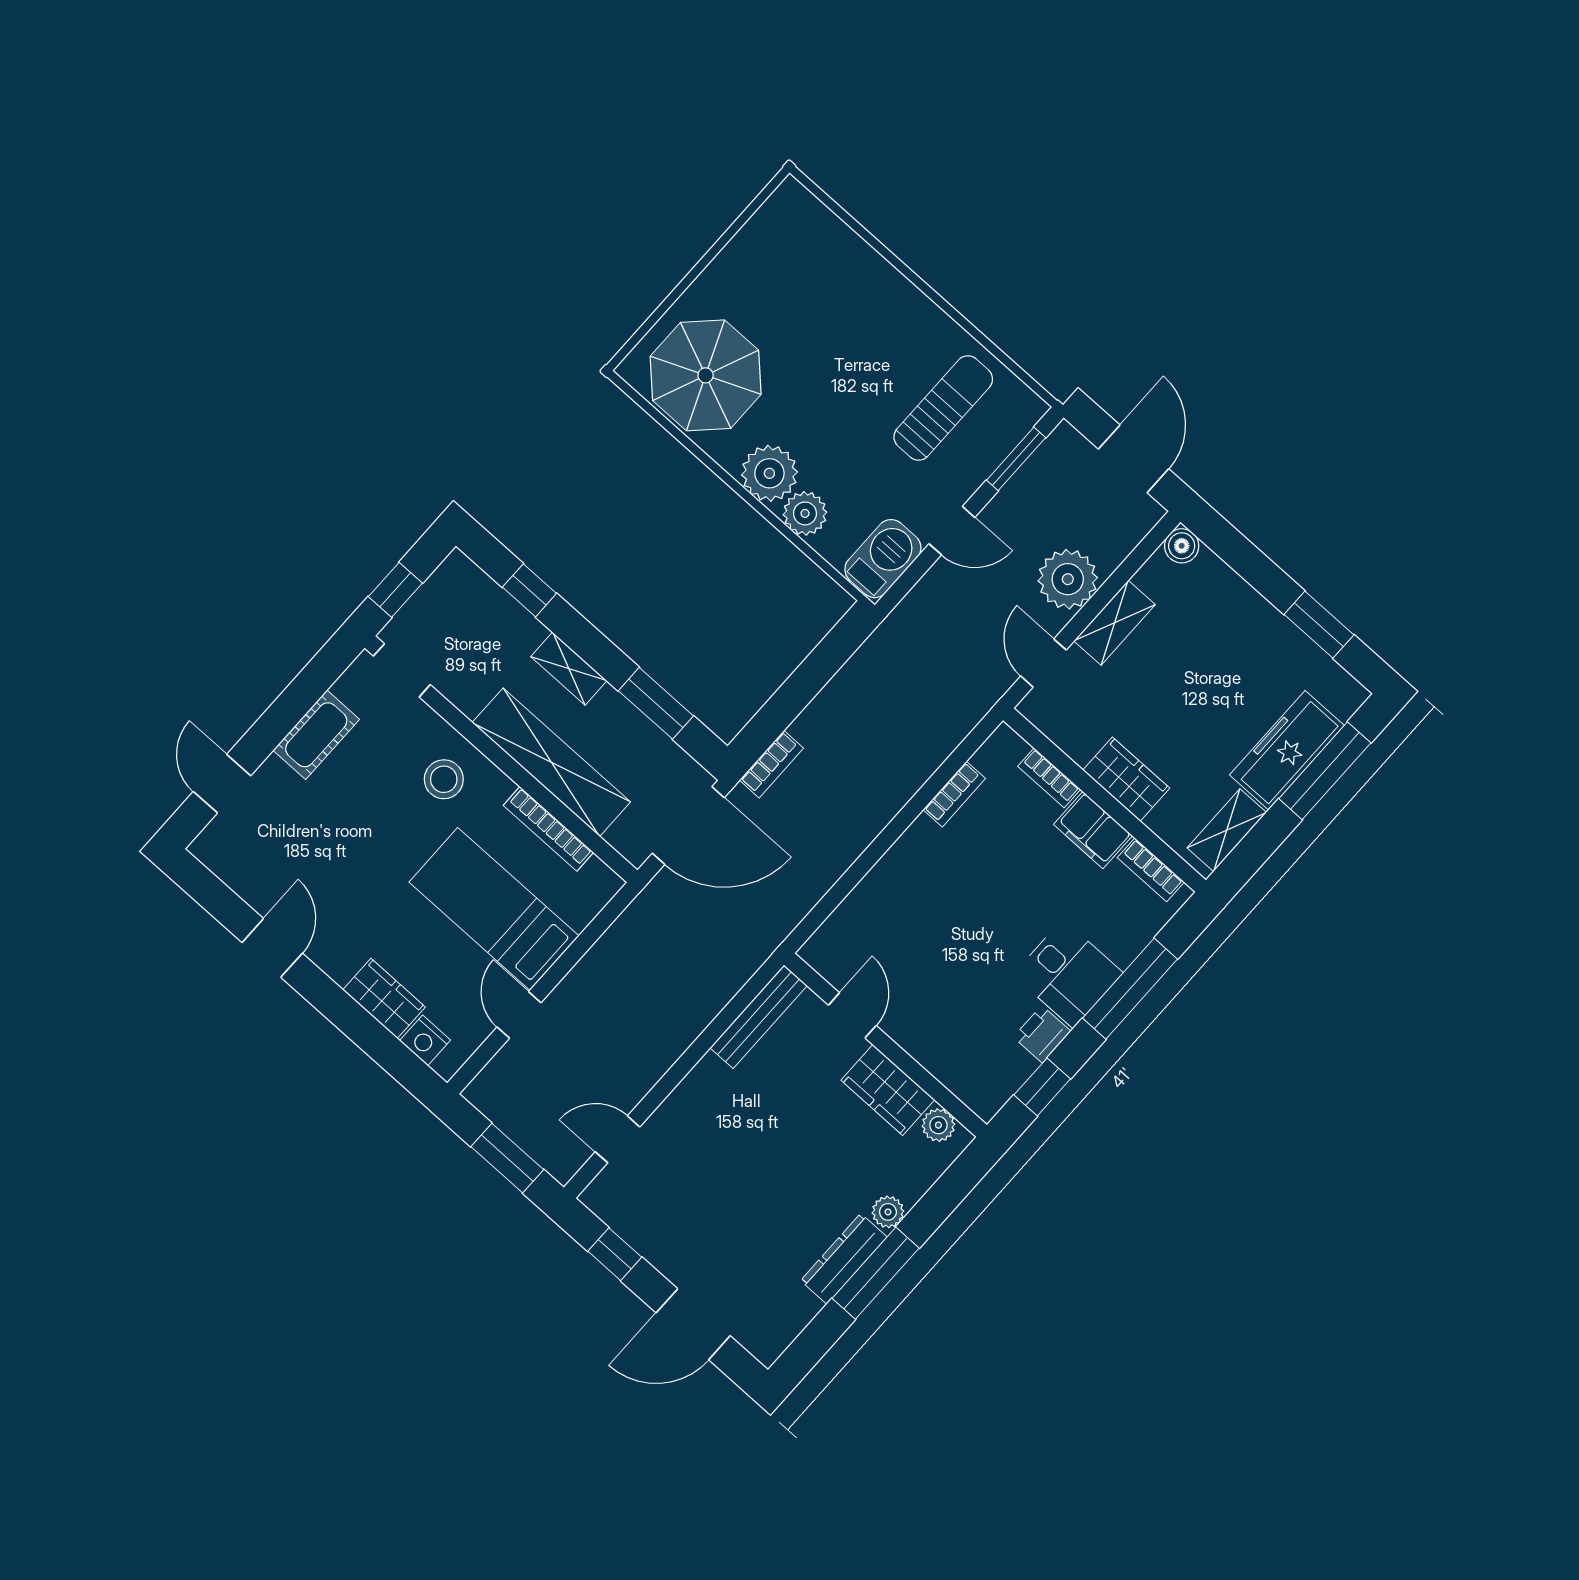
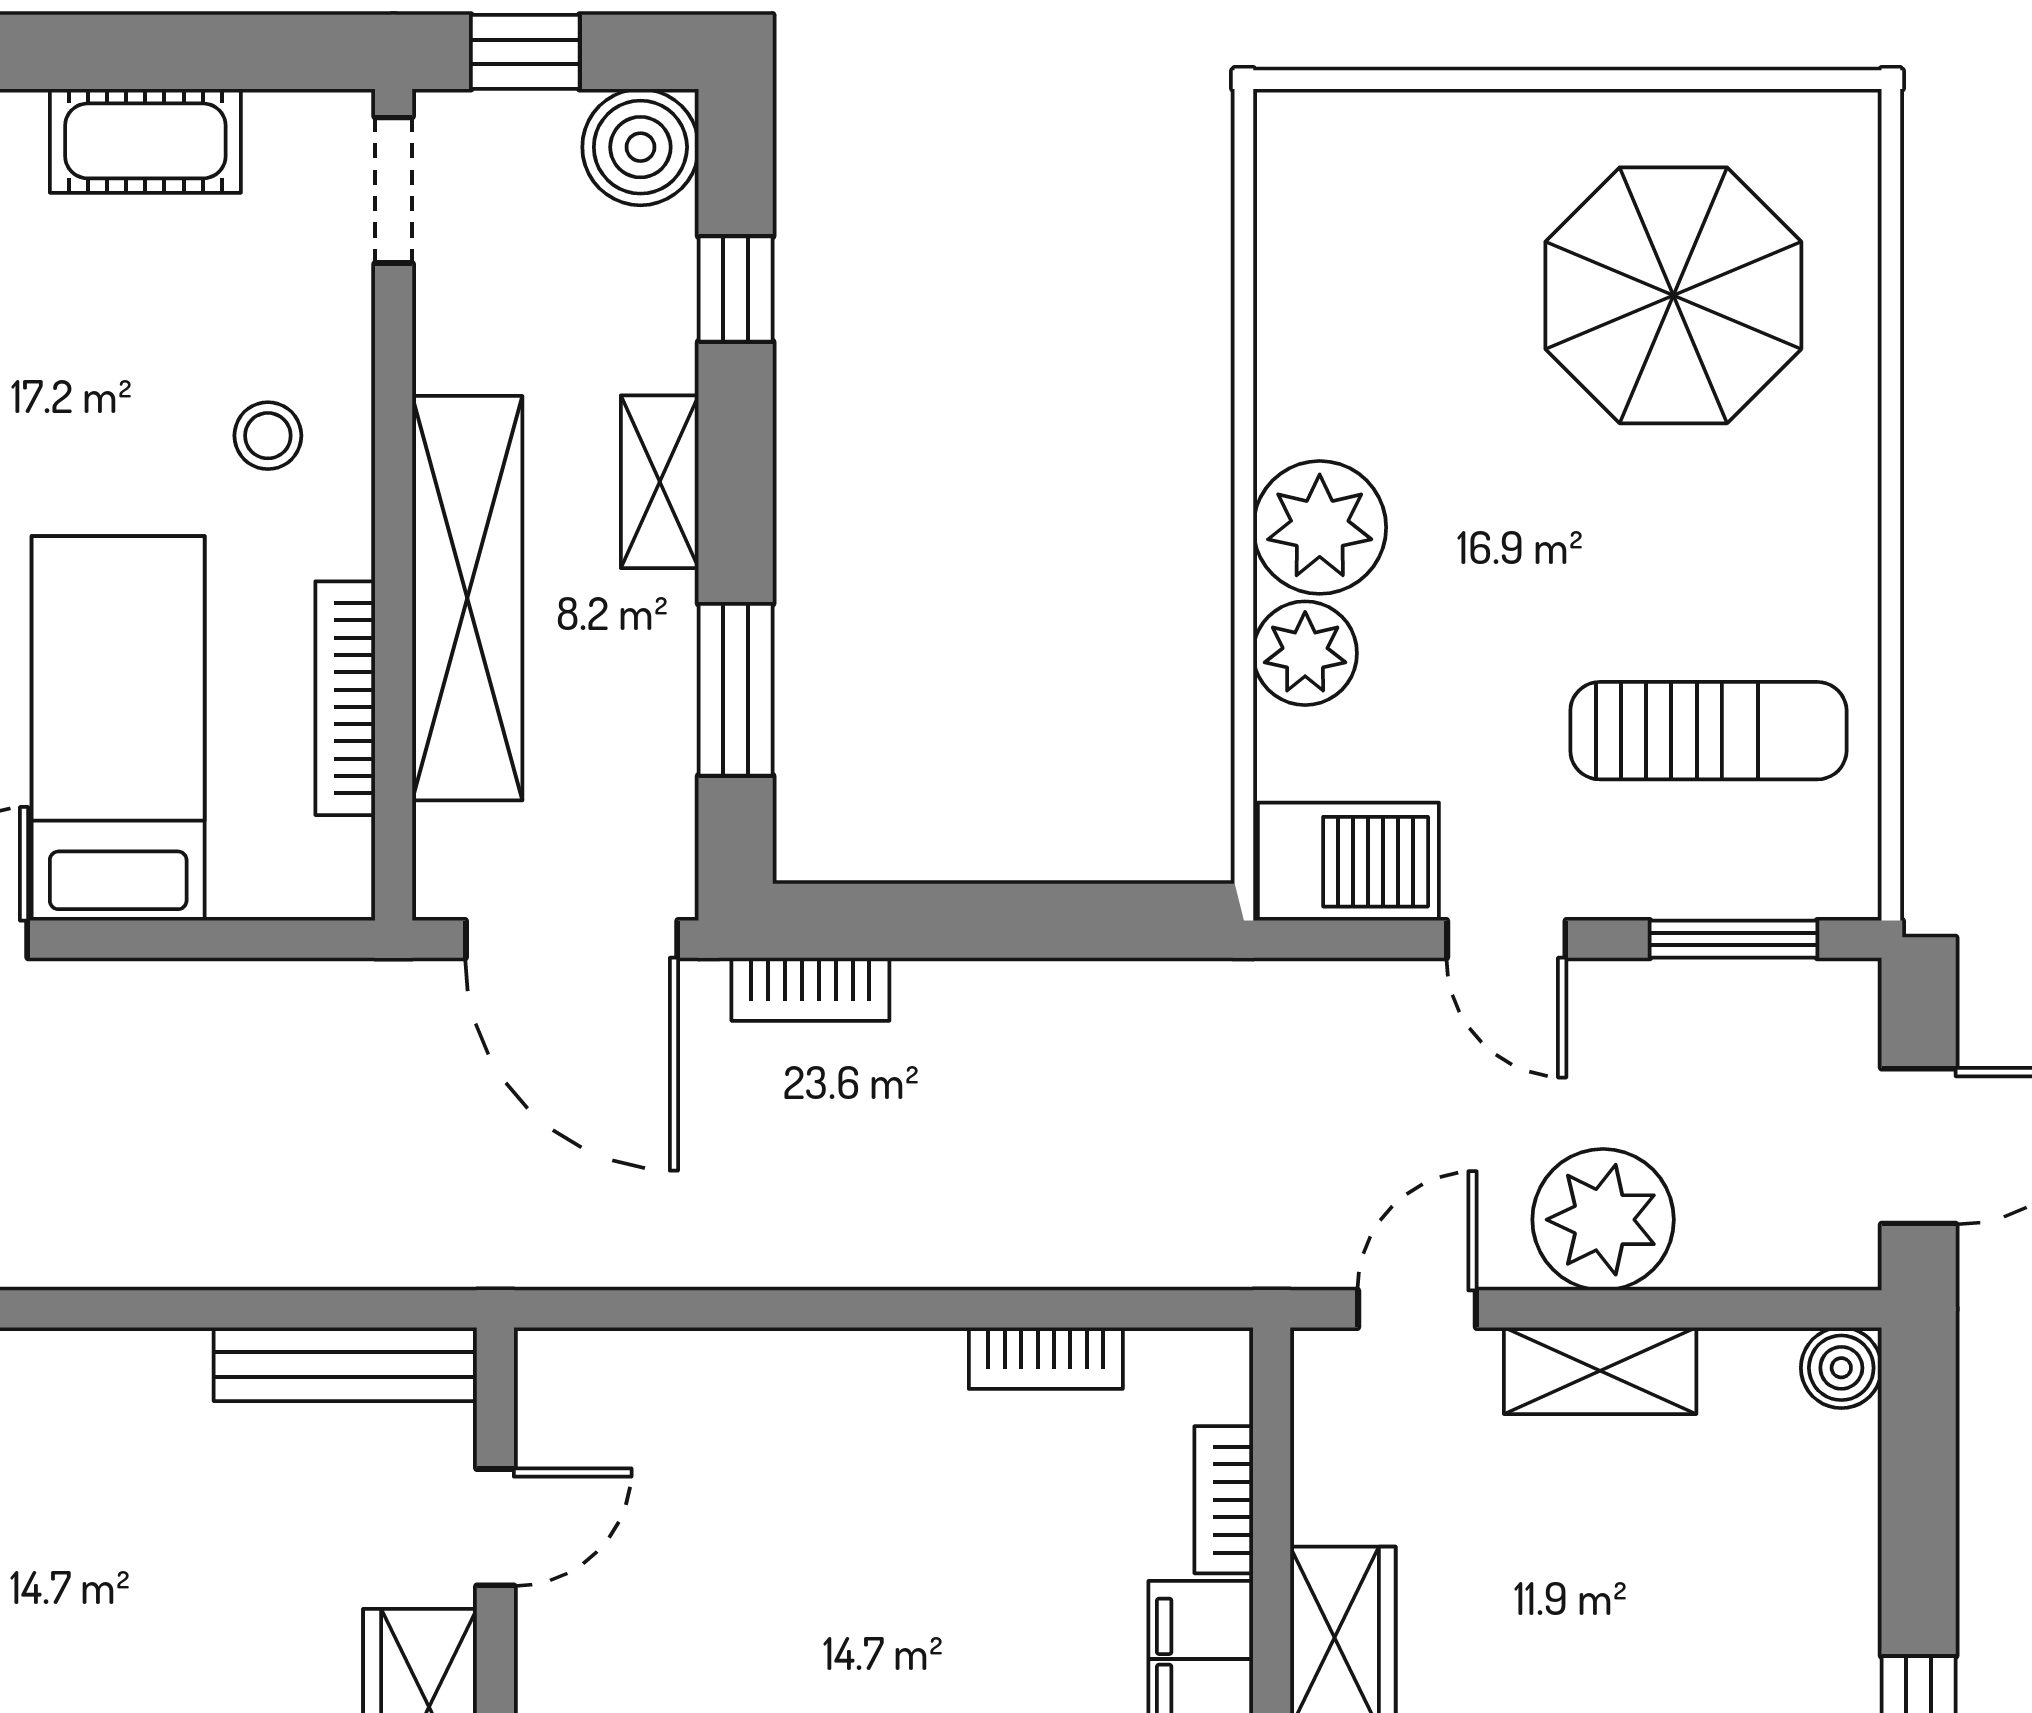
parasol: (706, 375) -> (1673, 295), moved
boiler: (458, 580) -> (640, 147), added
stool: (444, 779) -> (268, 436), width x0.73, depth x0.73

